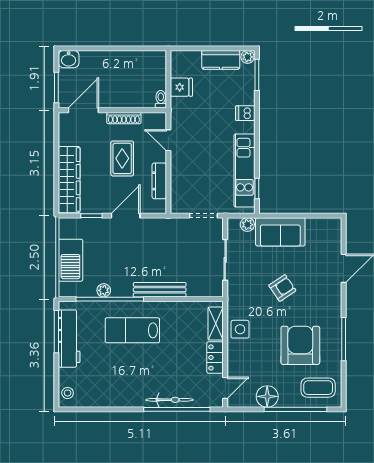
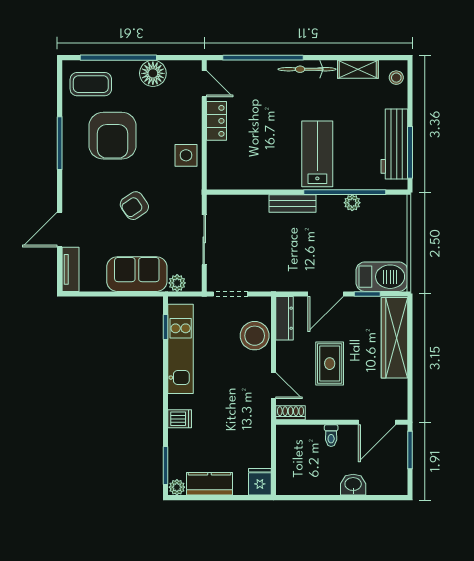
washbasin: (69, 59) -> (353, 485), moved
fridge: (181, 87) -> (260, 482), moved, turned 90
toilet: (161, 99) -> (331, 436), moved
shoe rack: (124, 118) -> (291, 413), moved, width x0.70
dresser: (159, 181) -> (285, 318), moved
stool: (184, 181) -> (255, 336), added
tv unit: (335, 236) -> (70, 269), added
barbecue: (70, 260) -> (382, 277), moved, turned 90
bench: (160, 290) -> (292, 203), width x0.73
shelving: (216, 324) -> (358, 69), moved, turned 90
lab bench: (132, 330) -> (317, 154), turned -90
door: (225, 388) -> (204, 84), swing flipped
bicycle: (169, 400) -> (307, 69), moved

